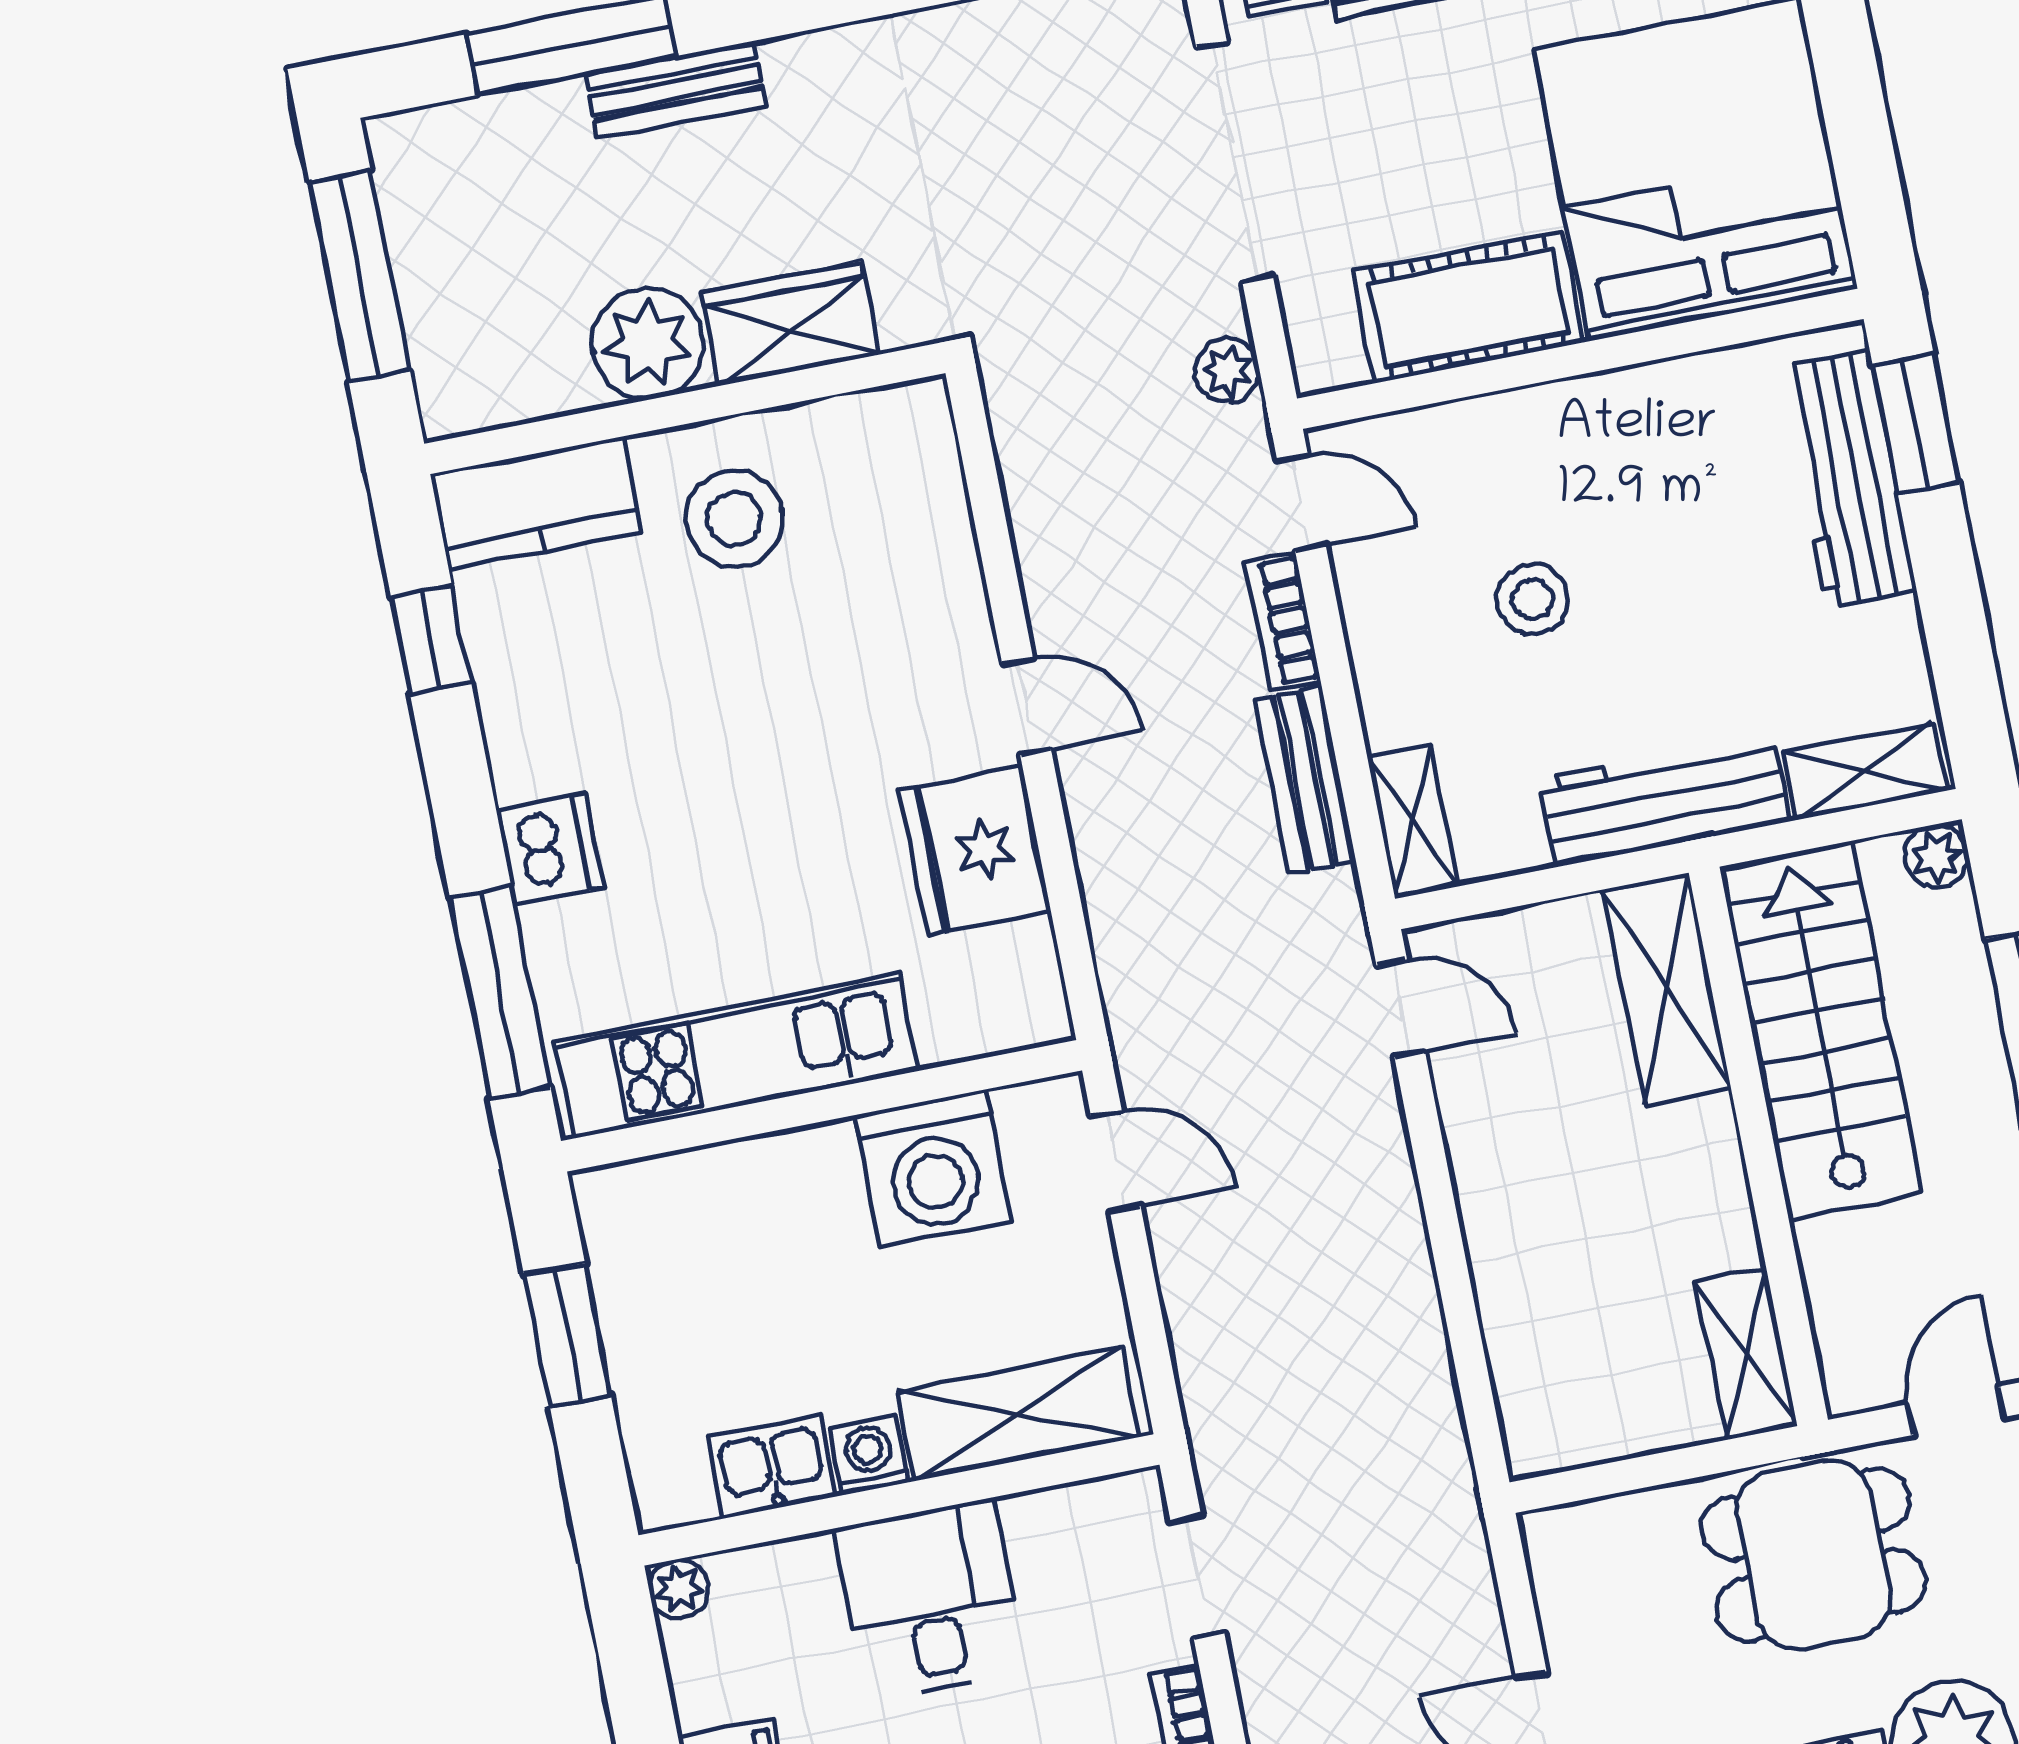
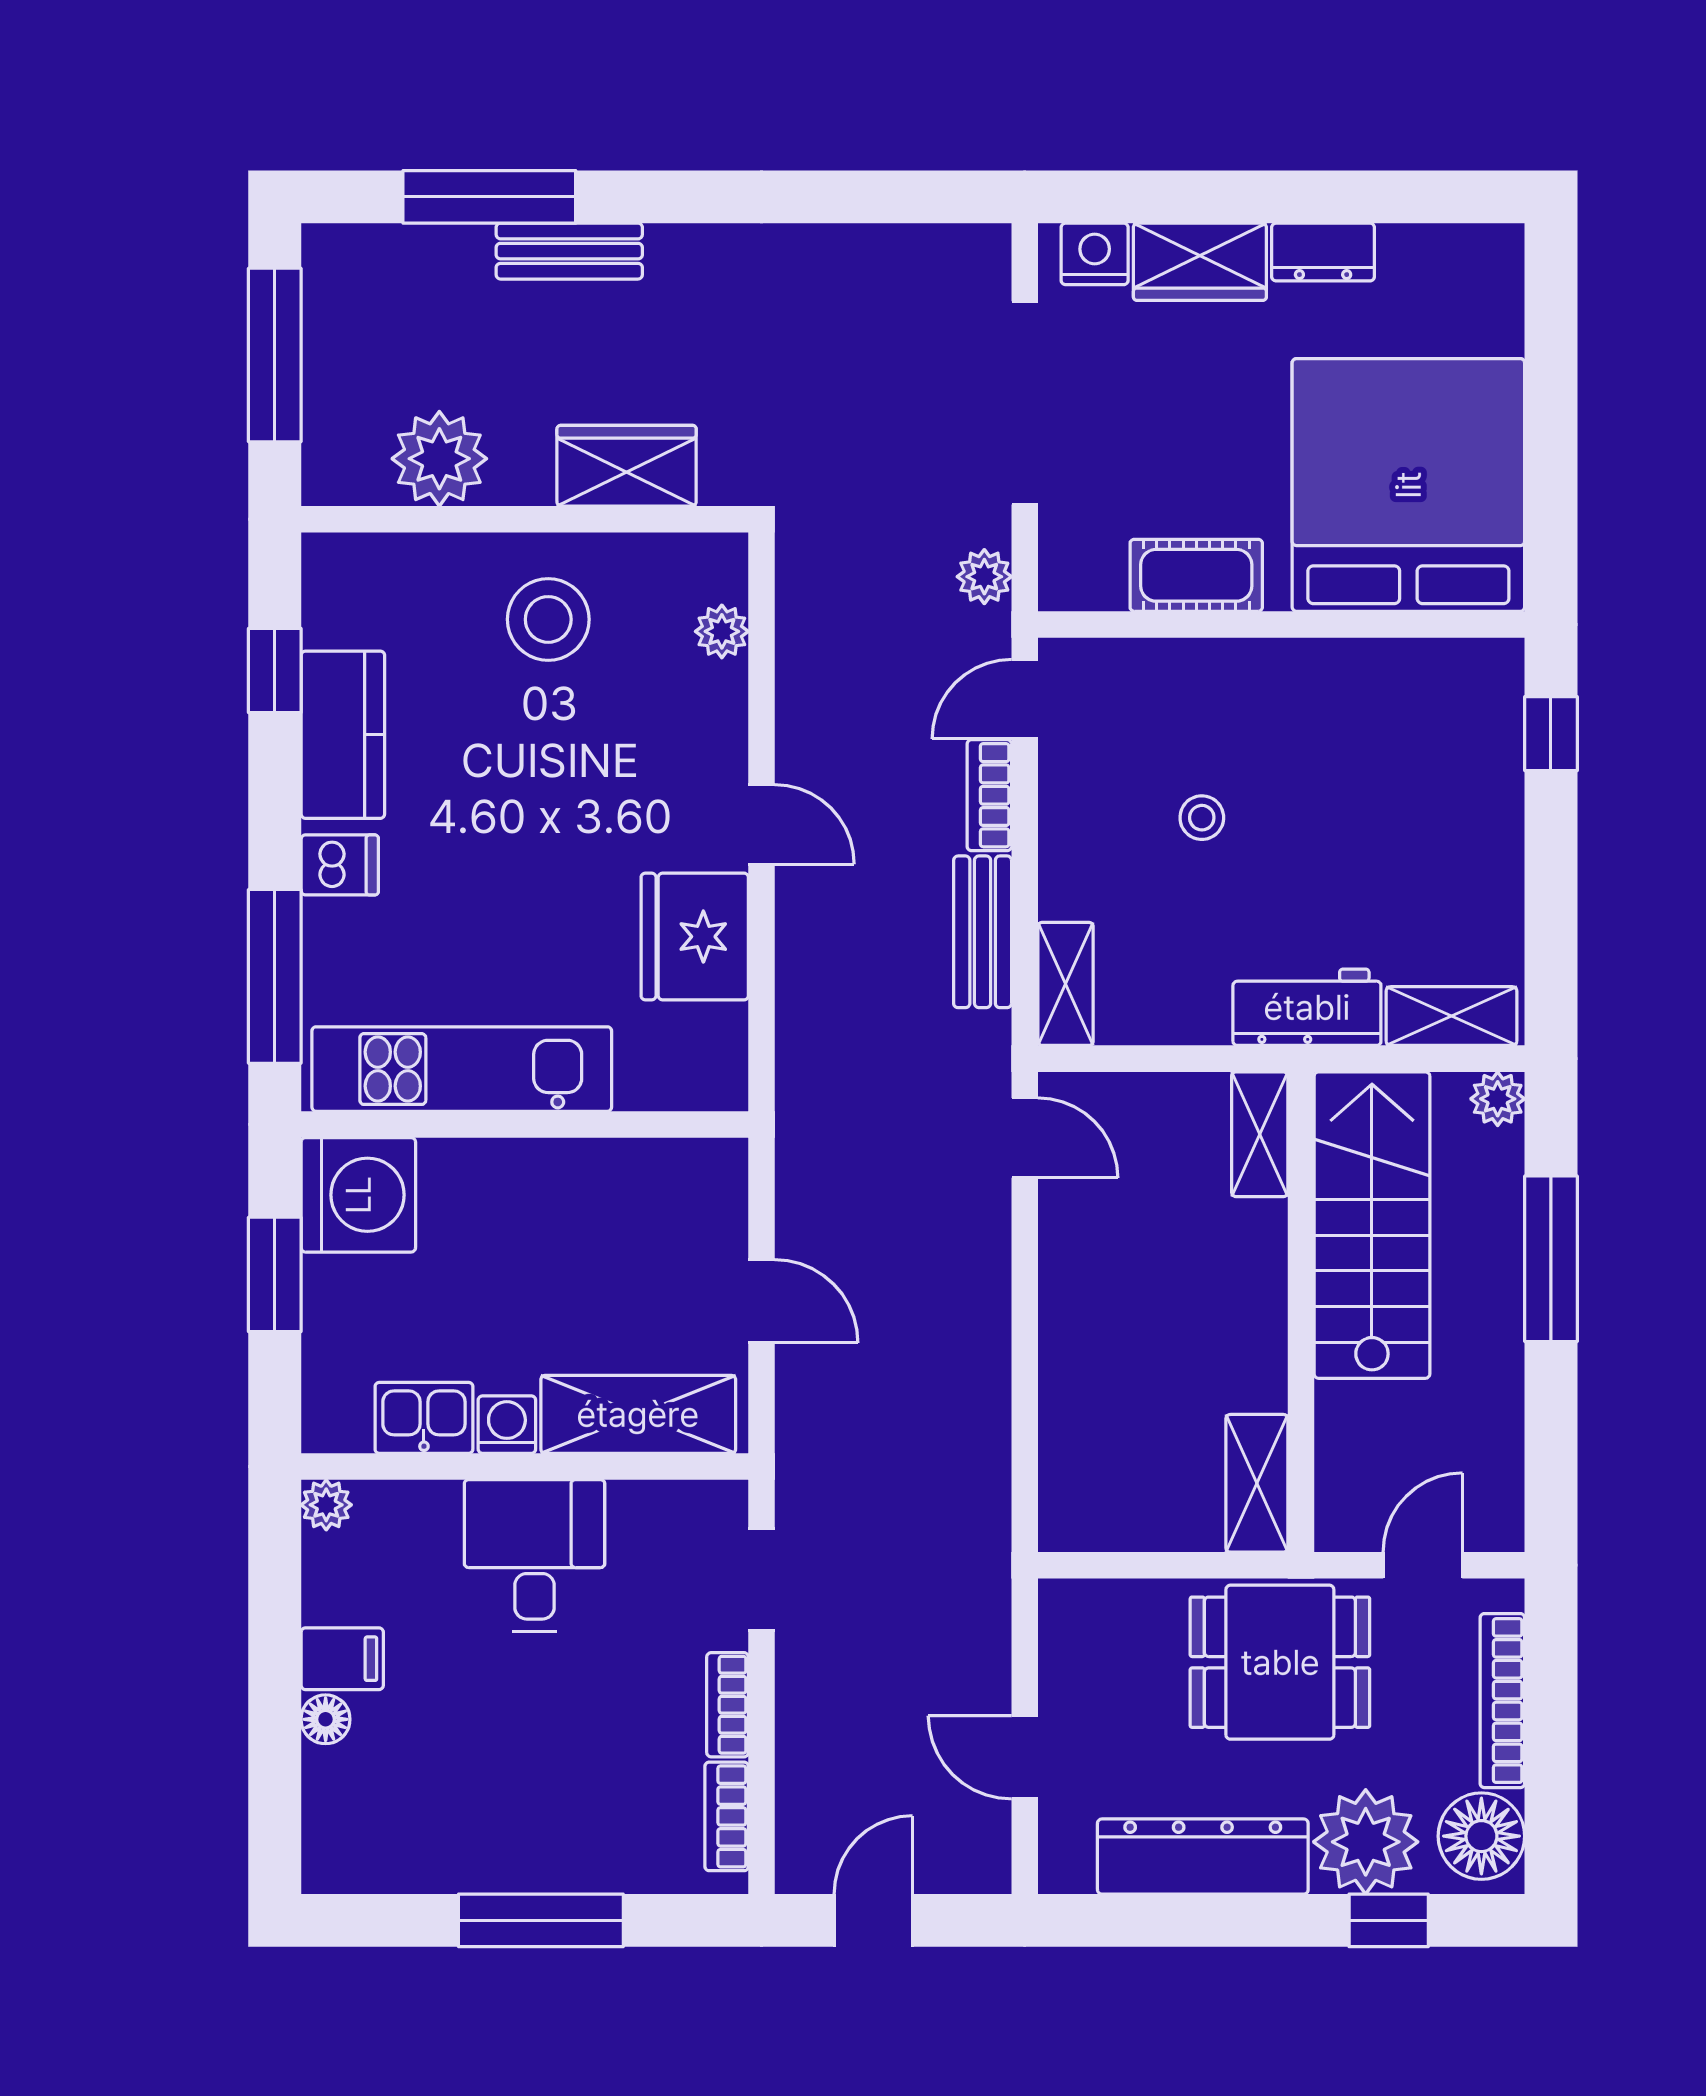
cot: (1468, 307) -> (1196, 575), width x0.73, depth x0.75
plant: (648, 343) -> (439, 459), moved
window: (1916, 424) -> (1551, 734), width x0.67
workbench: (1848, 479) -> (1485, 769), removed
plant: (937, 493) -> (722, 631), added
kitchen counter: (536, 503) -> (343, 735), moved, turned -90
door: (1302, 503) -> (1025, 699), swing flipped
stool: (1532, 599) -> (1202, 818), width x0.73, depth x0.73
workbench: (1664, 800) -> (1307, 1007), width x0.73
dishwasher: (550, 849) -> (340, 865), width x0.73
shelving: (1667, 989) -> (1260, 1134), width x0.67, depth x0.75
door: (1116, 1161) -> (762, 1301), moved
washing machine: (933, 1168) -> (358, 1195), moved, turned -90

